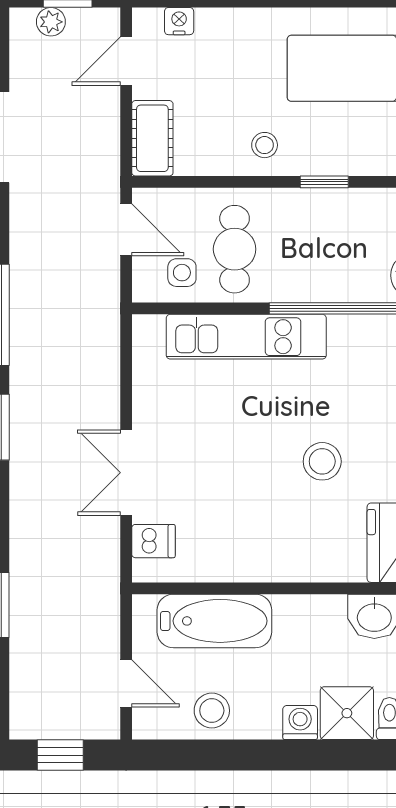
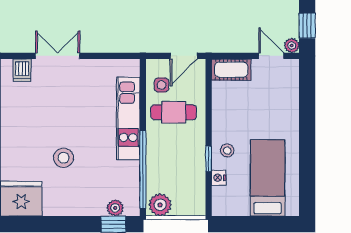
nightstand: (179, 21) -> (219, 178), moved, turned 180
plant: (51, 22) -> (292, 46), moved
stool: (265, 145) -> (227, 150), moved

